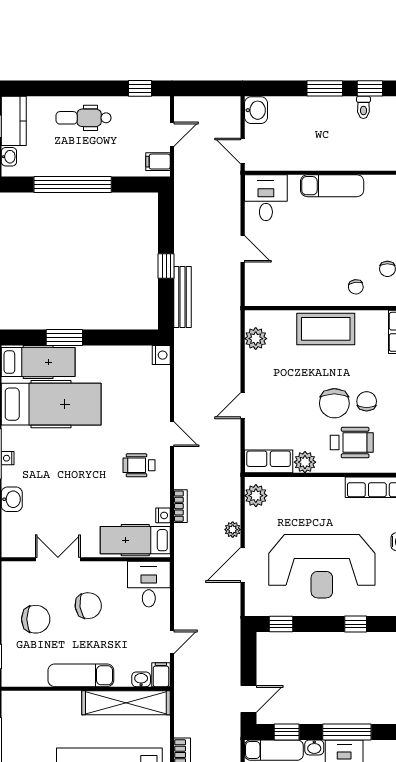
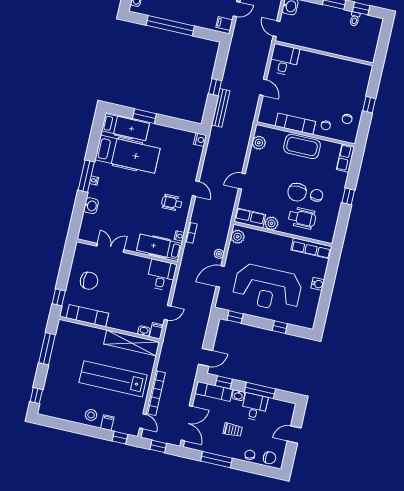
exam couch: (332, 186) -> (295, 124), moved, turned 180
chair: (88, 606) -> (122, 280), removed
exam couch: (81, 675) -> (87, 316), moved

